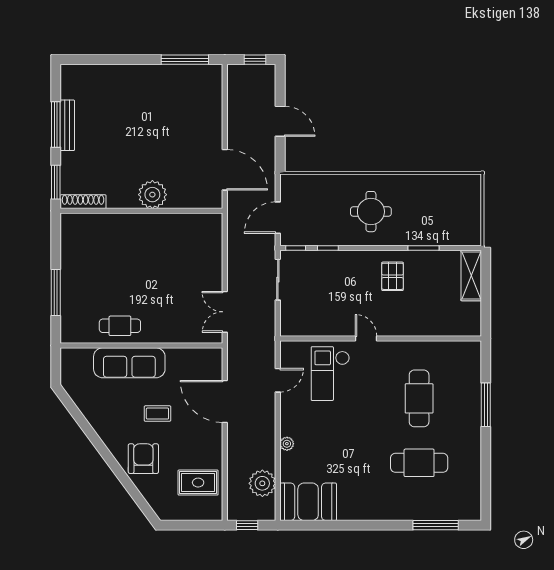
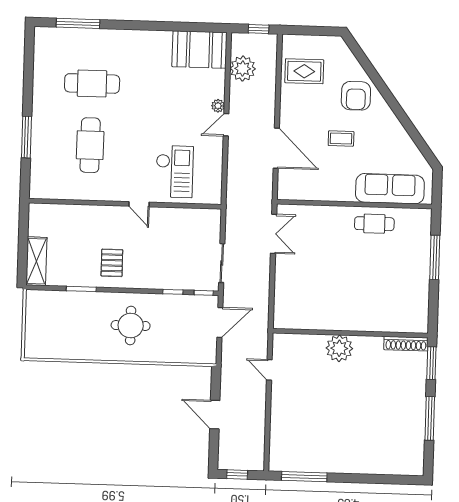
bench: (67, 125) -> (419, 417), removed
door: (225, 170) -> (269, 370), width x0.53
sofa: (129, 363) -> (390, 189), moved
door: (278, 380) -> (226, 125), moved

